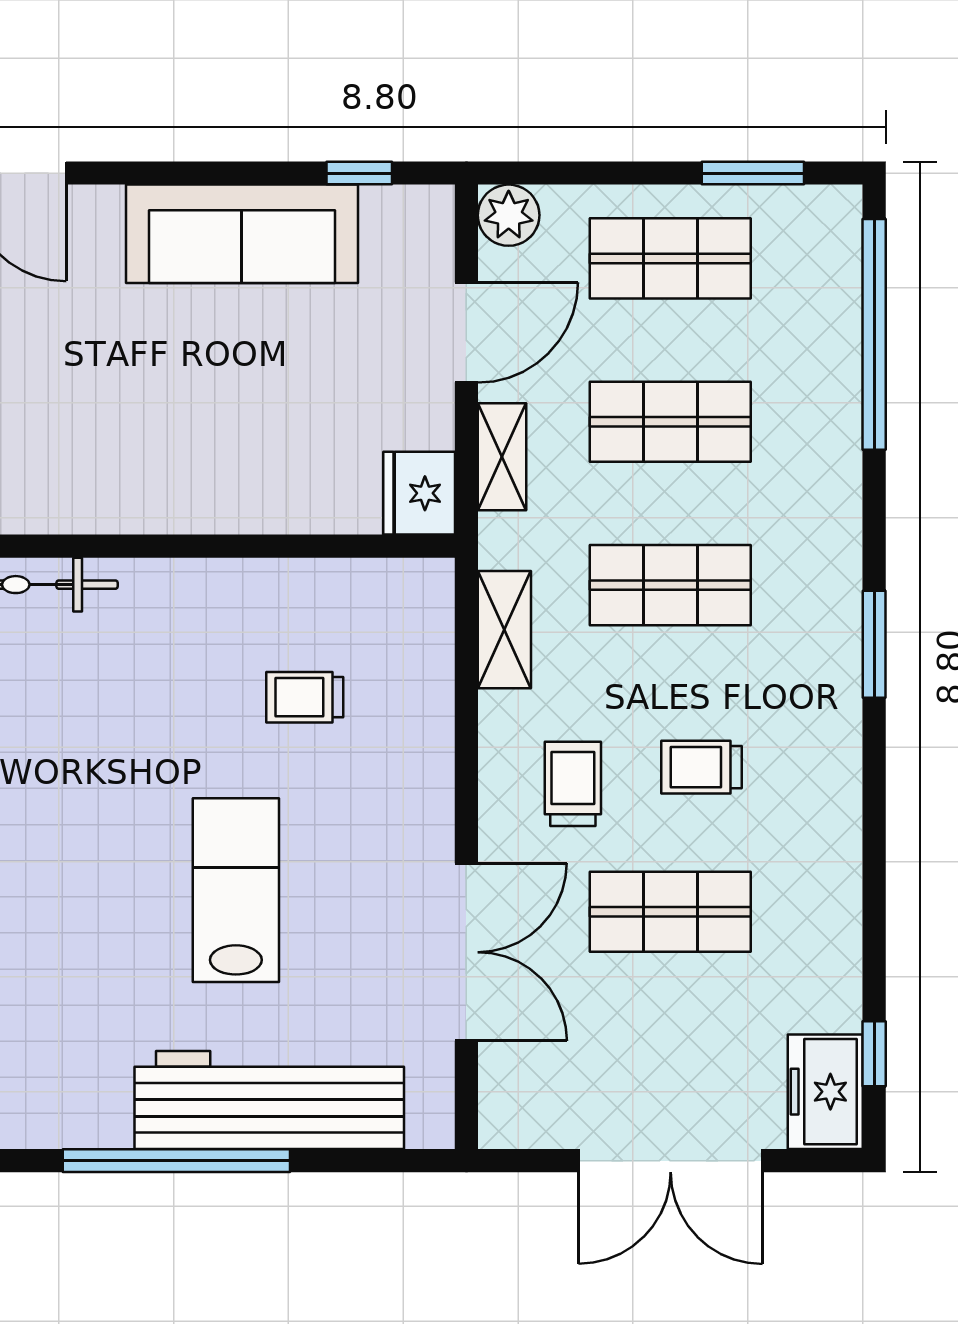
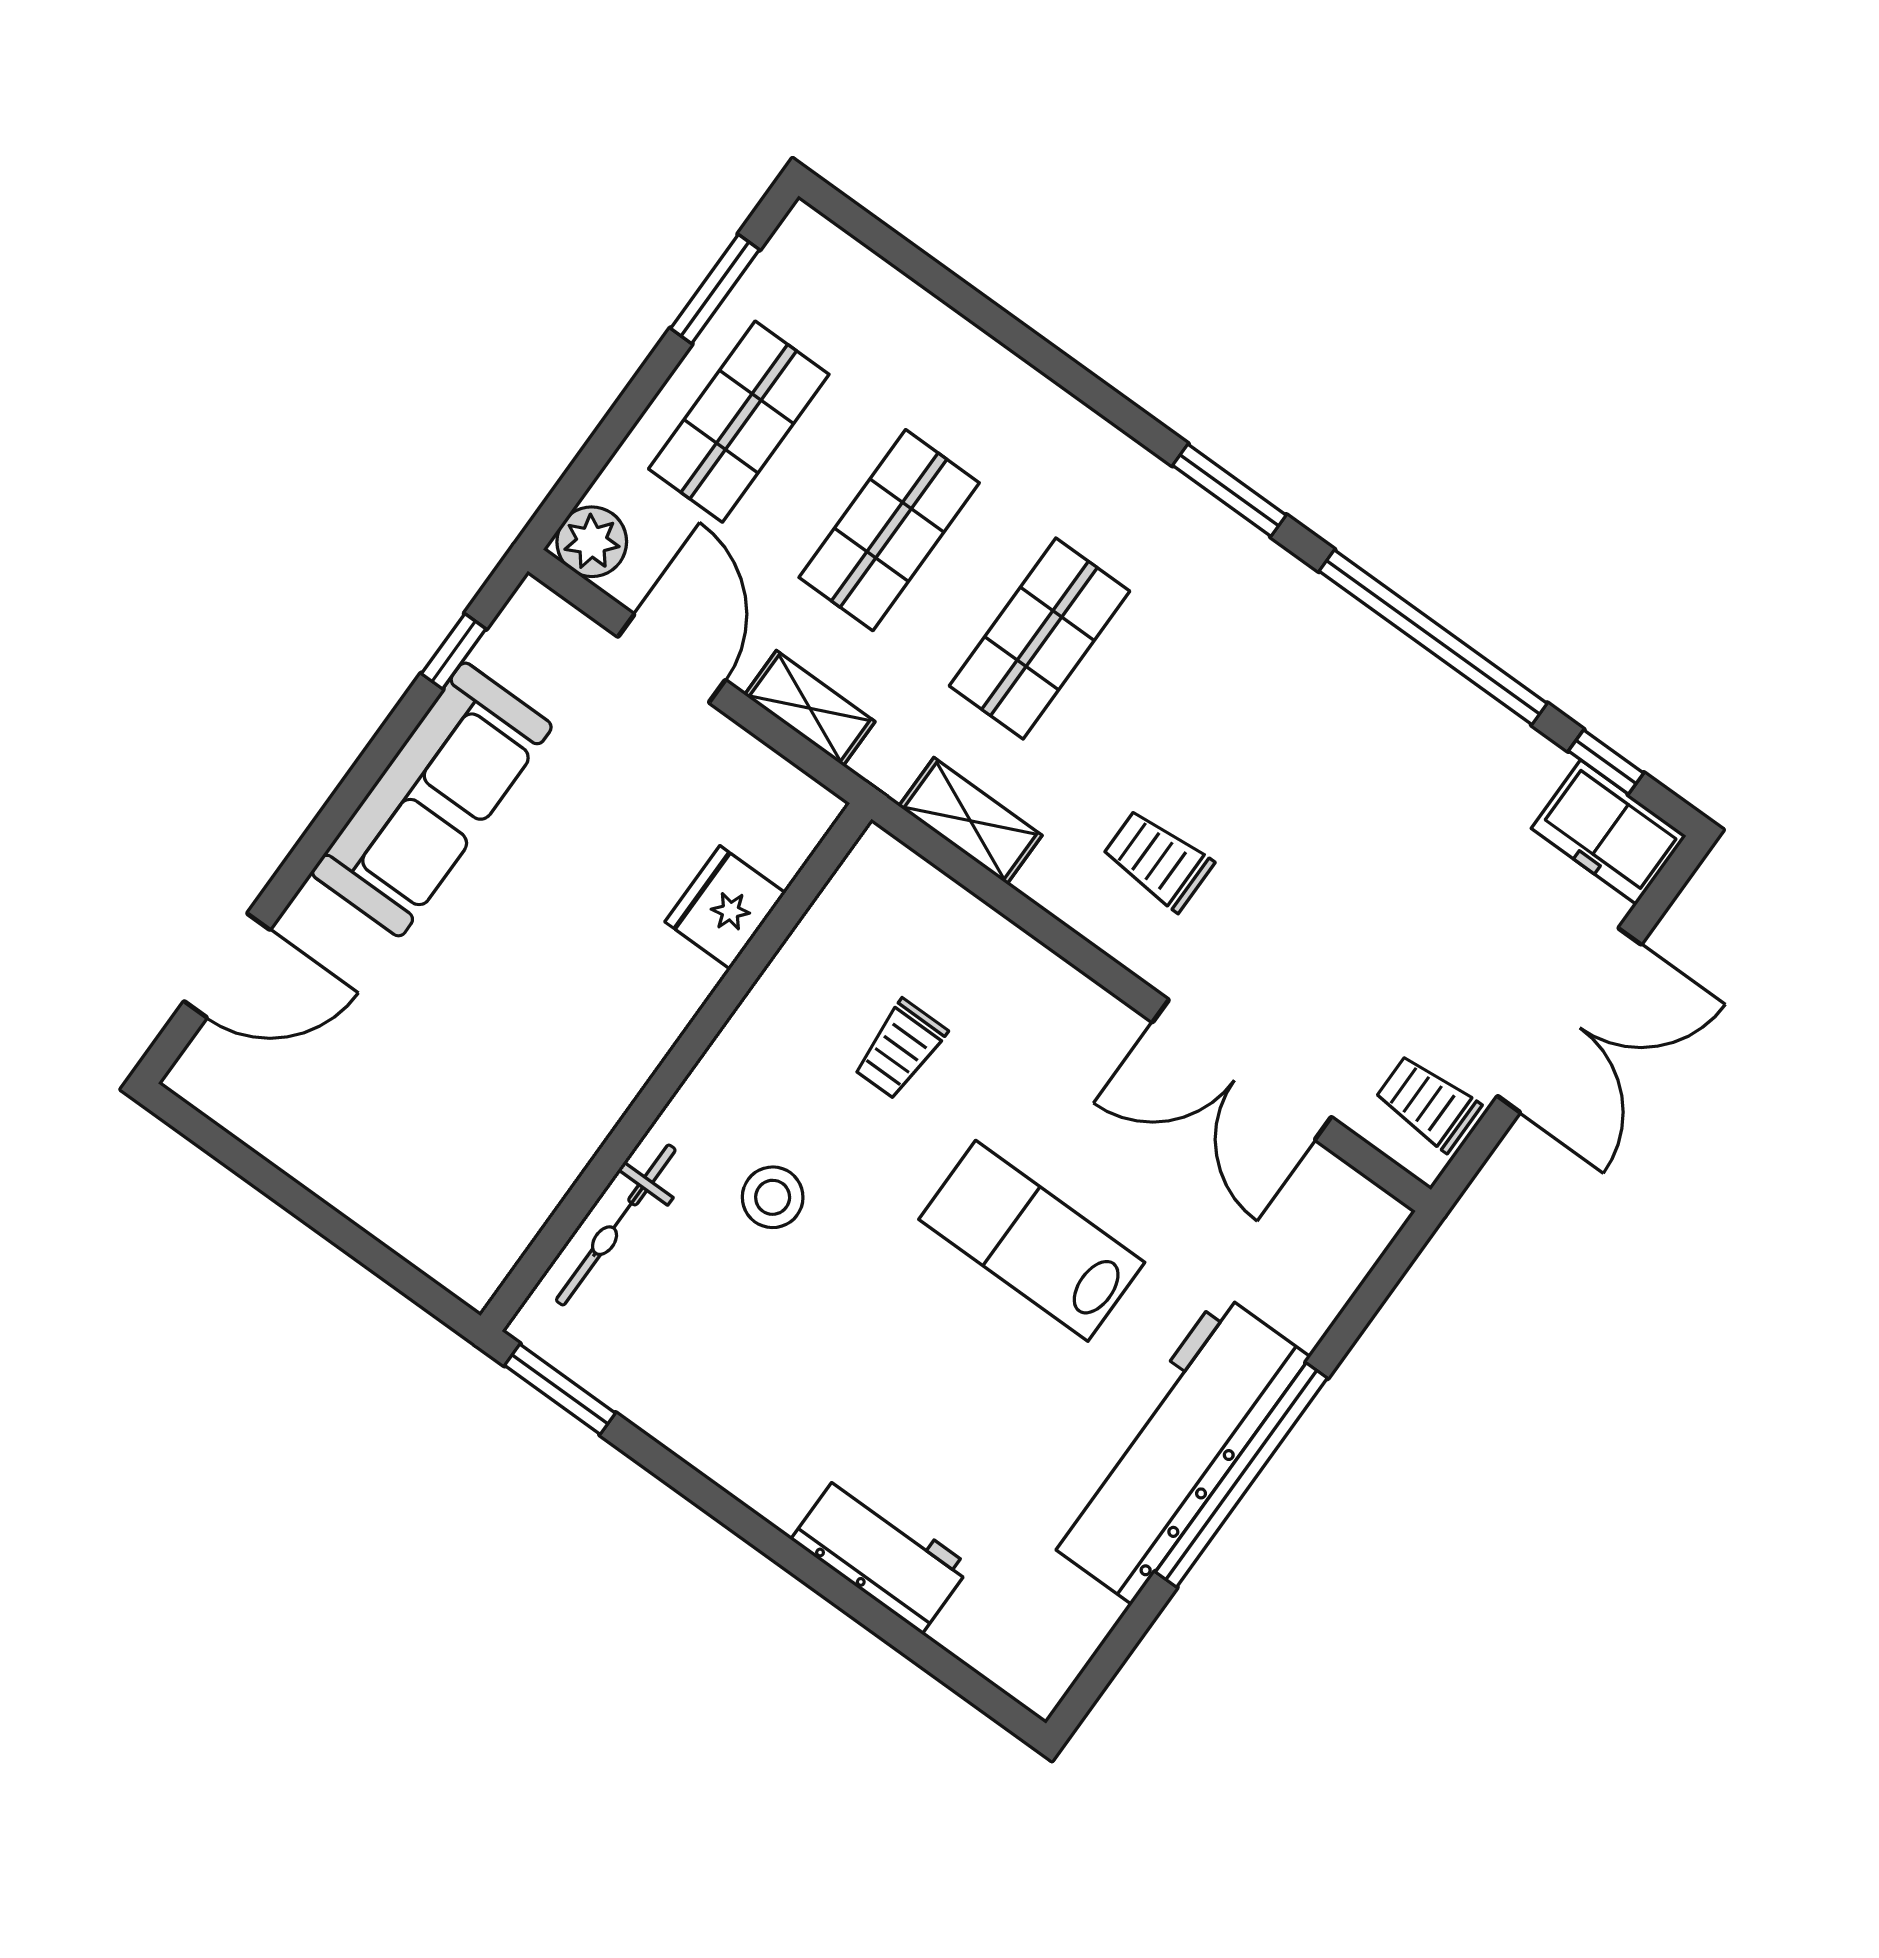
window: (874, 334) -> (1433, 637), moved
fridge: (419, 493) -> (725, 907), moved, turned 90
stool: (133, 682) -> (773, 1197), added
trolley: (701, 767) -> (1428, 1103), moved, turned 90
shop shelf: (670, 912) -> (1340, 855), removed
double door: (466, 952) -> (1242, 1070), swing flipped
workbench: (269, 1100) -> (1176, 1448), moved

